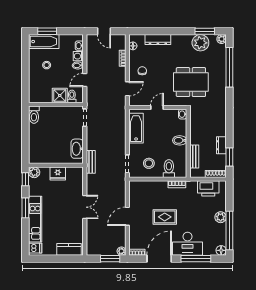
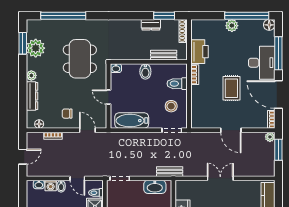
plant: (222, 39) -> (31, 75), moved
printer: (208, 188) -> (199, 52), moved

